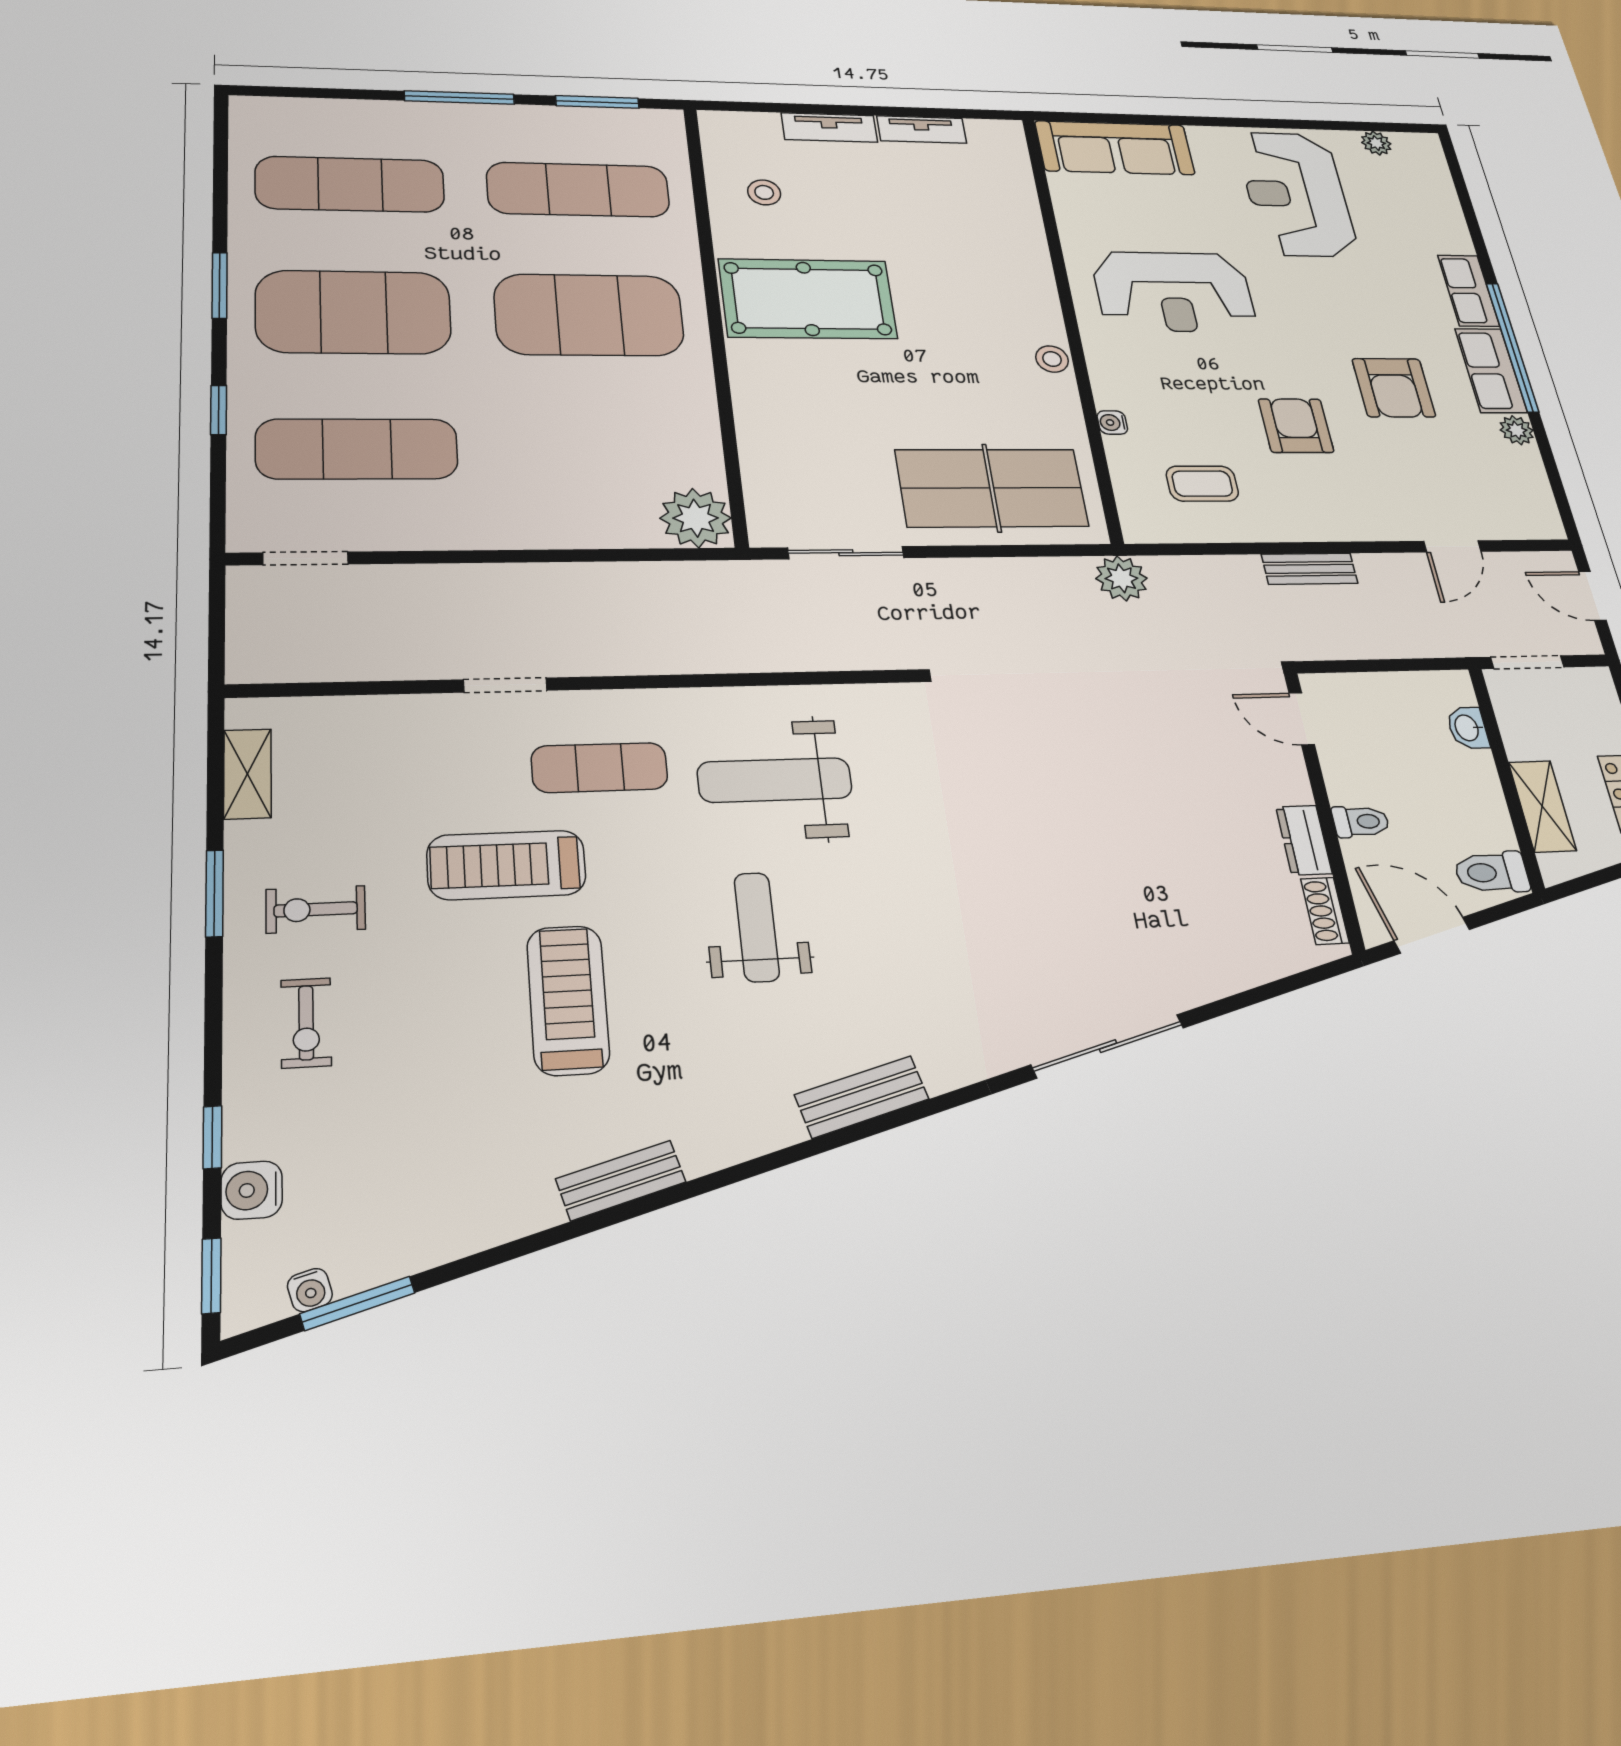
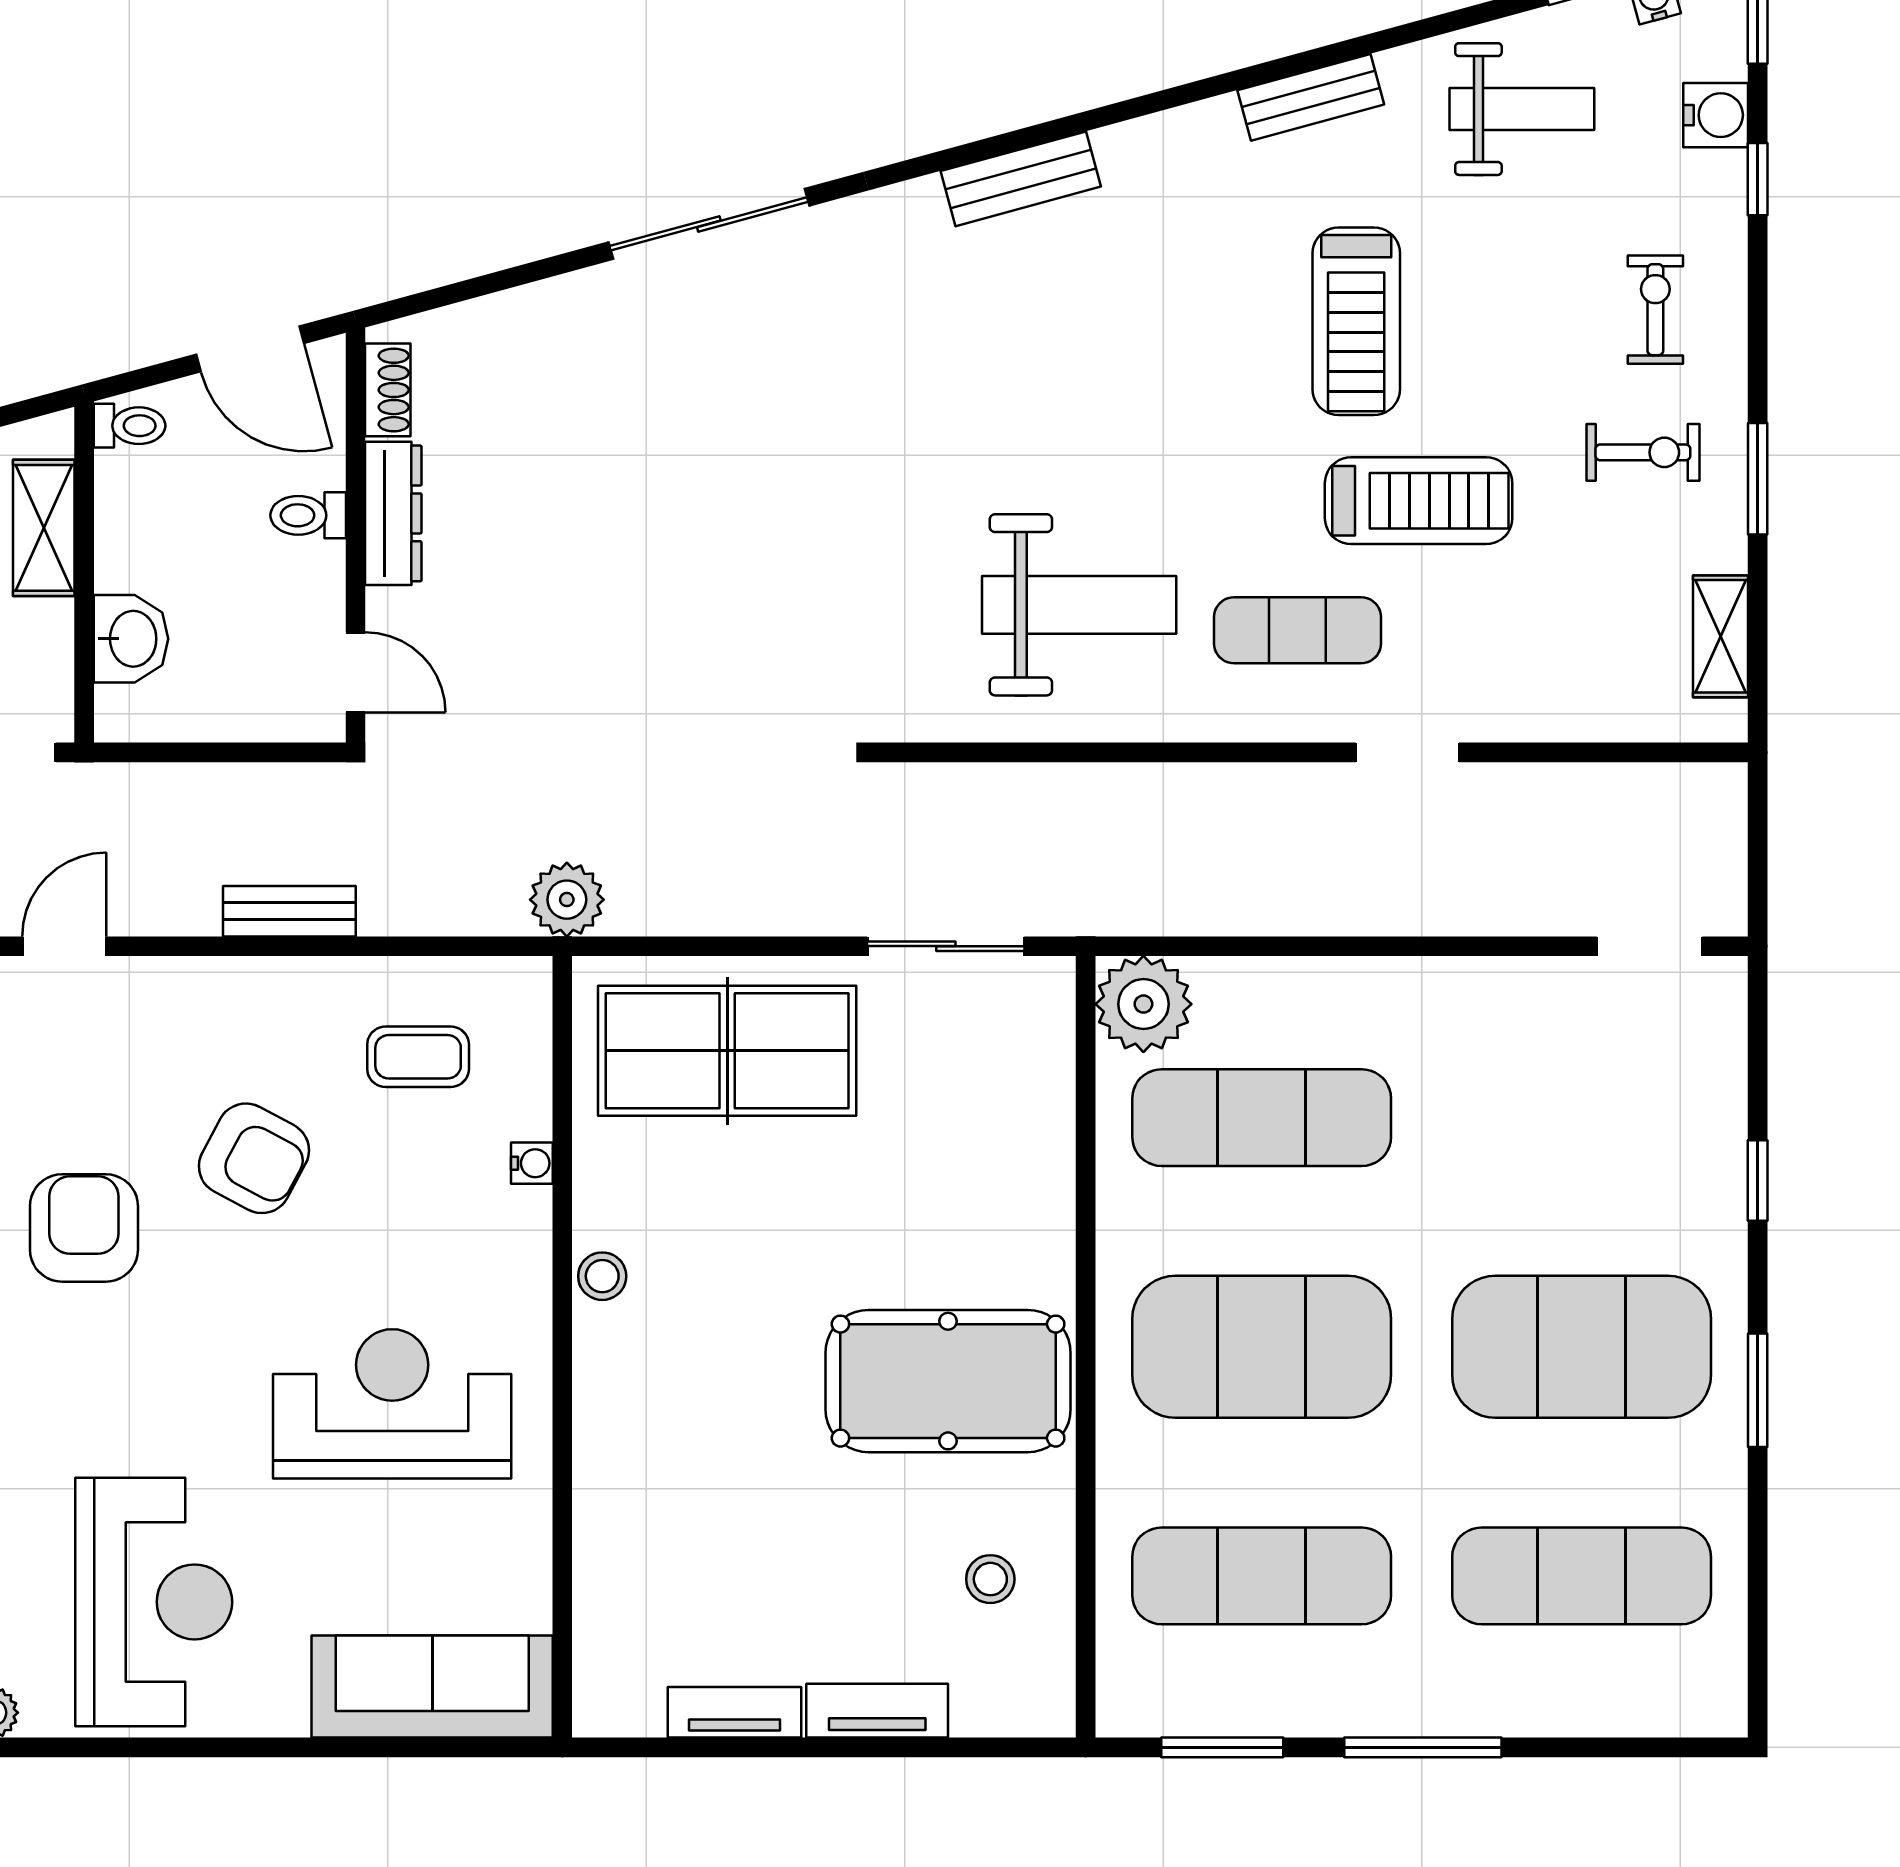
armchair: (1296, 426) -> (254, 1158), turned -62
exercise mat: (357, 449) -> (1262, 1118), moved
washbasin: (1468, 728) -> (131, 639), width x1.38, depth x1.45
dresser: (1304, 840) -> (393, 513), width x1.44
toilet: (1492, 872) -> (130, 426), width x0.73, depth x0.72
weight bench: (757, 927) -> (1522, 109), moved, turned -90

